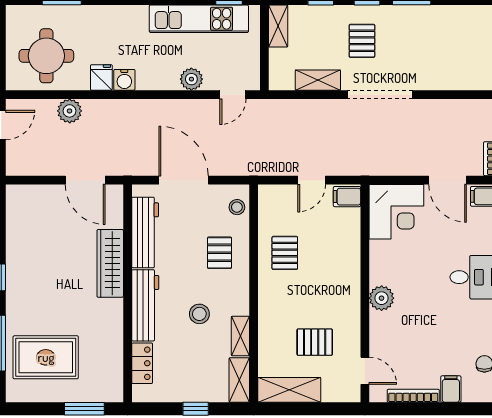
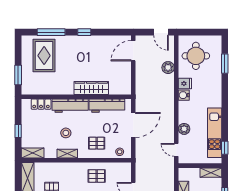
door: (85, 180) -> (133, 51), moved
shelving: (240, 336) -> (67, 154), moved

